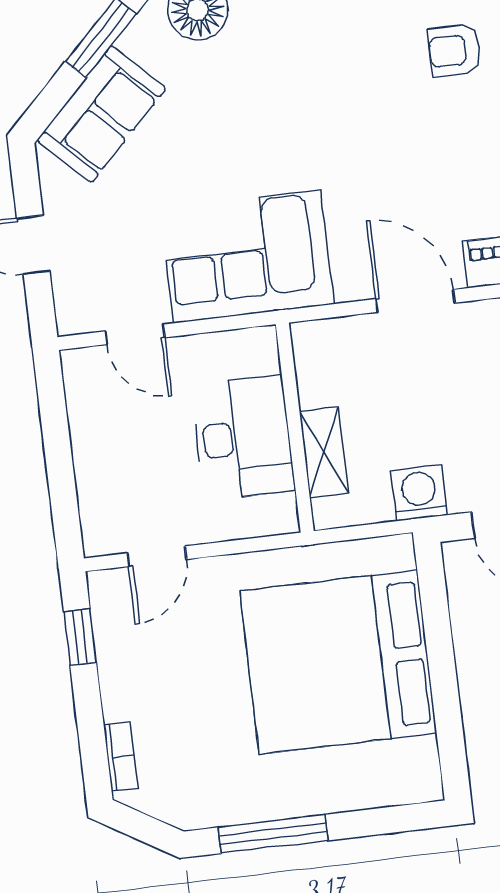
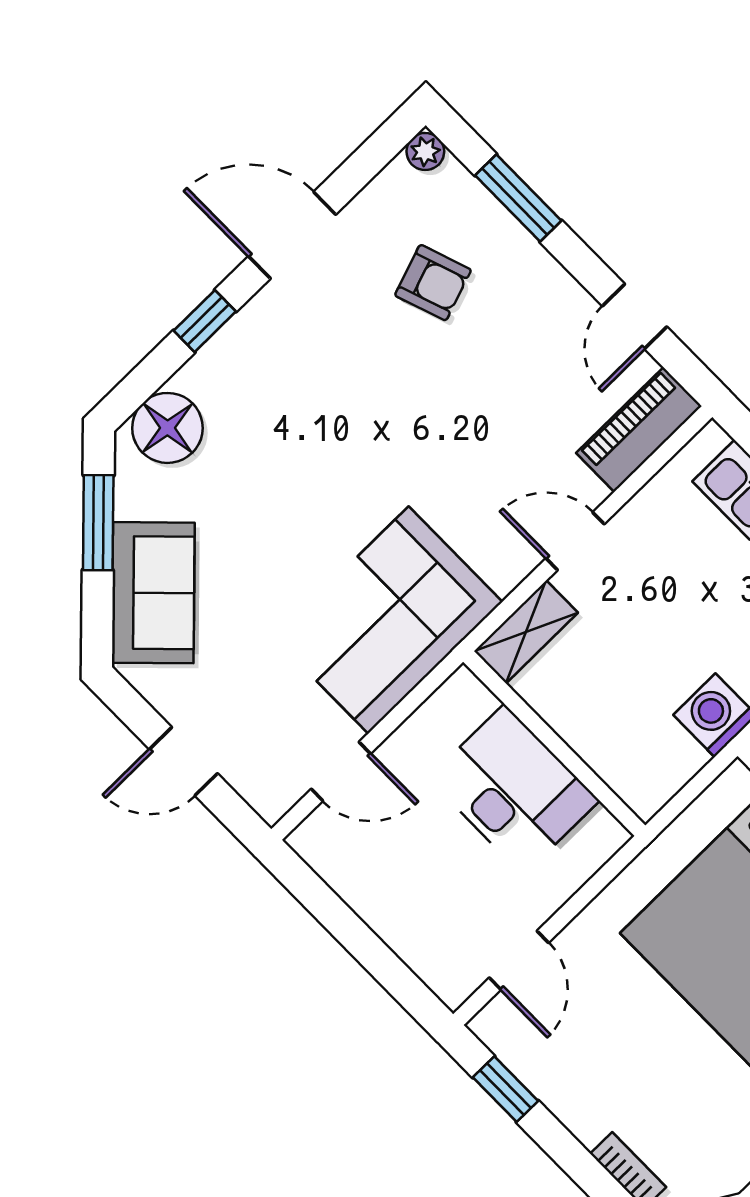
armchair: (455, 50) -> (433, 283), turned -109
door: (415, 301) -> (575, 541), width x0.73
shelving: (324, 452) -> (526, 632), moved, turned 90

